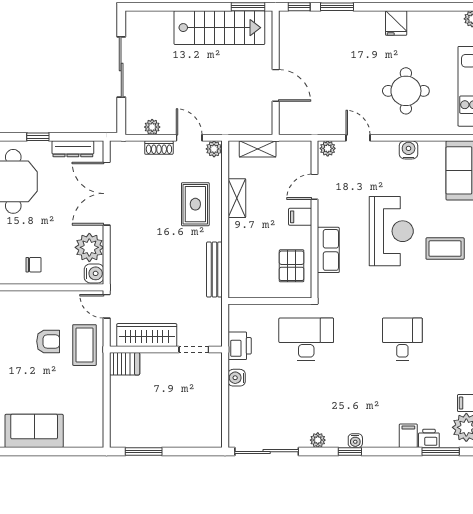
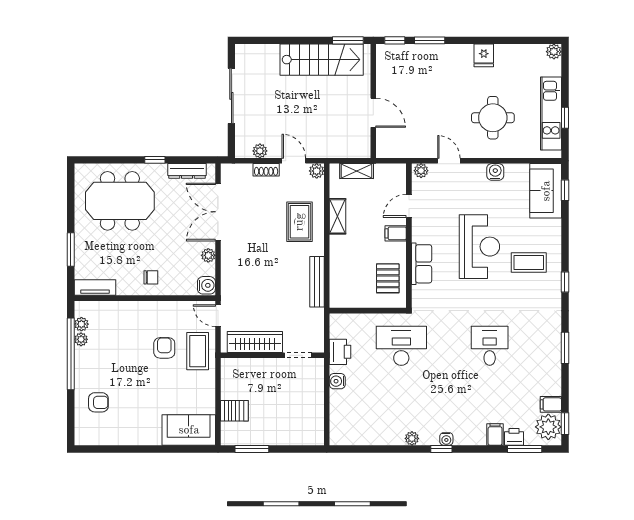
plant: (89, 247) -> (208, 255), width x0.53, depth x0.53
armchair: (48, 341) -> (164, 348), turned -90
server rack: (125, 364) -> (234, 411), moved
sofa: (34, 431) -> (189, 430), moved
sliding door: (267, 452) -> (365, 449), removed

